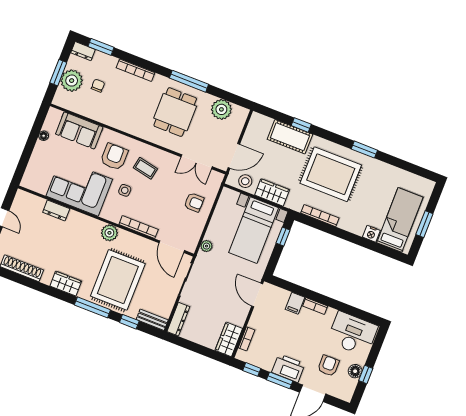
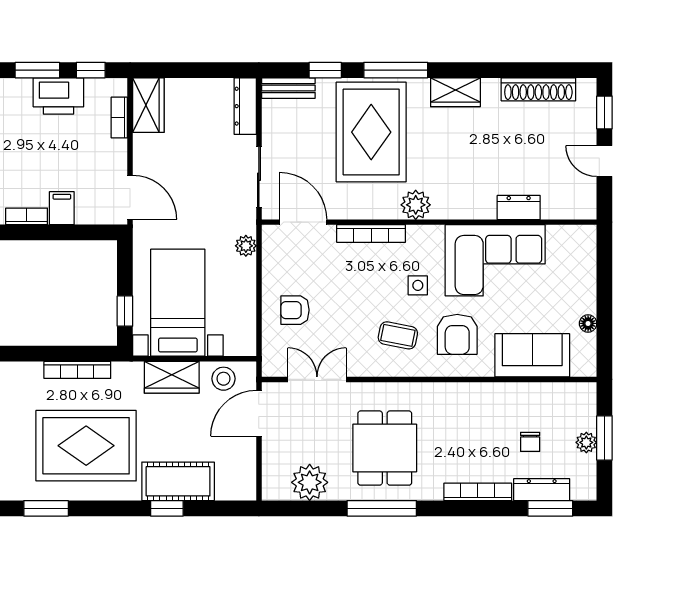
dresser: (83, 51) -> (542, 490), moved, width x1.44
plant: (72, 81) -> (586, 442), width x0.53, depth x0.53
printer: (288, 368) -> (58, 96), moved

